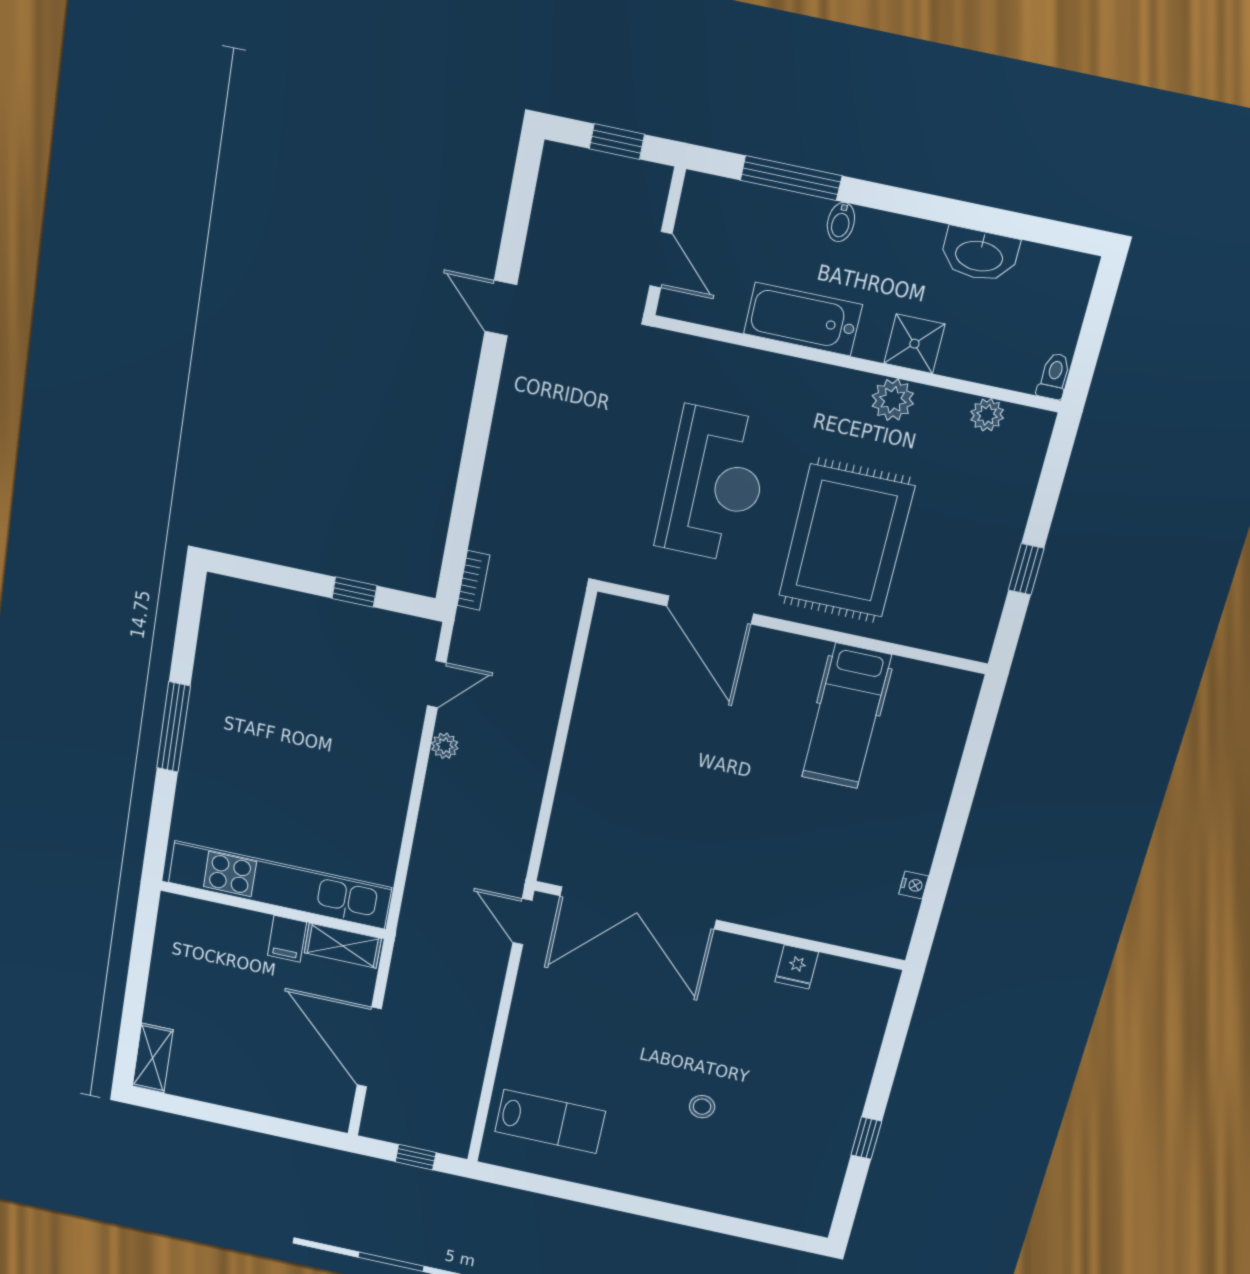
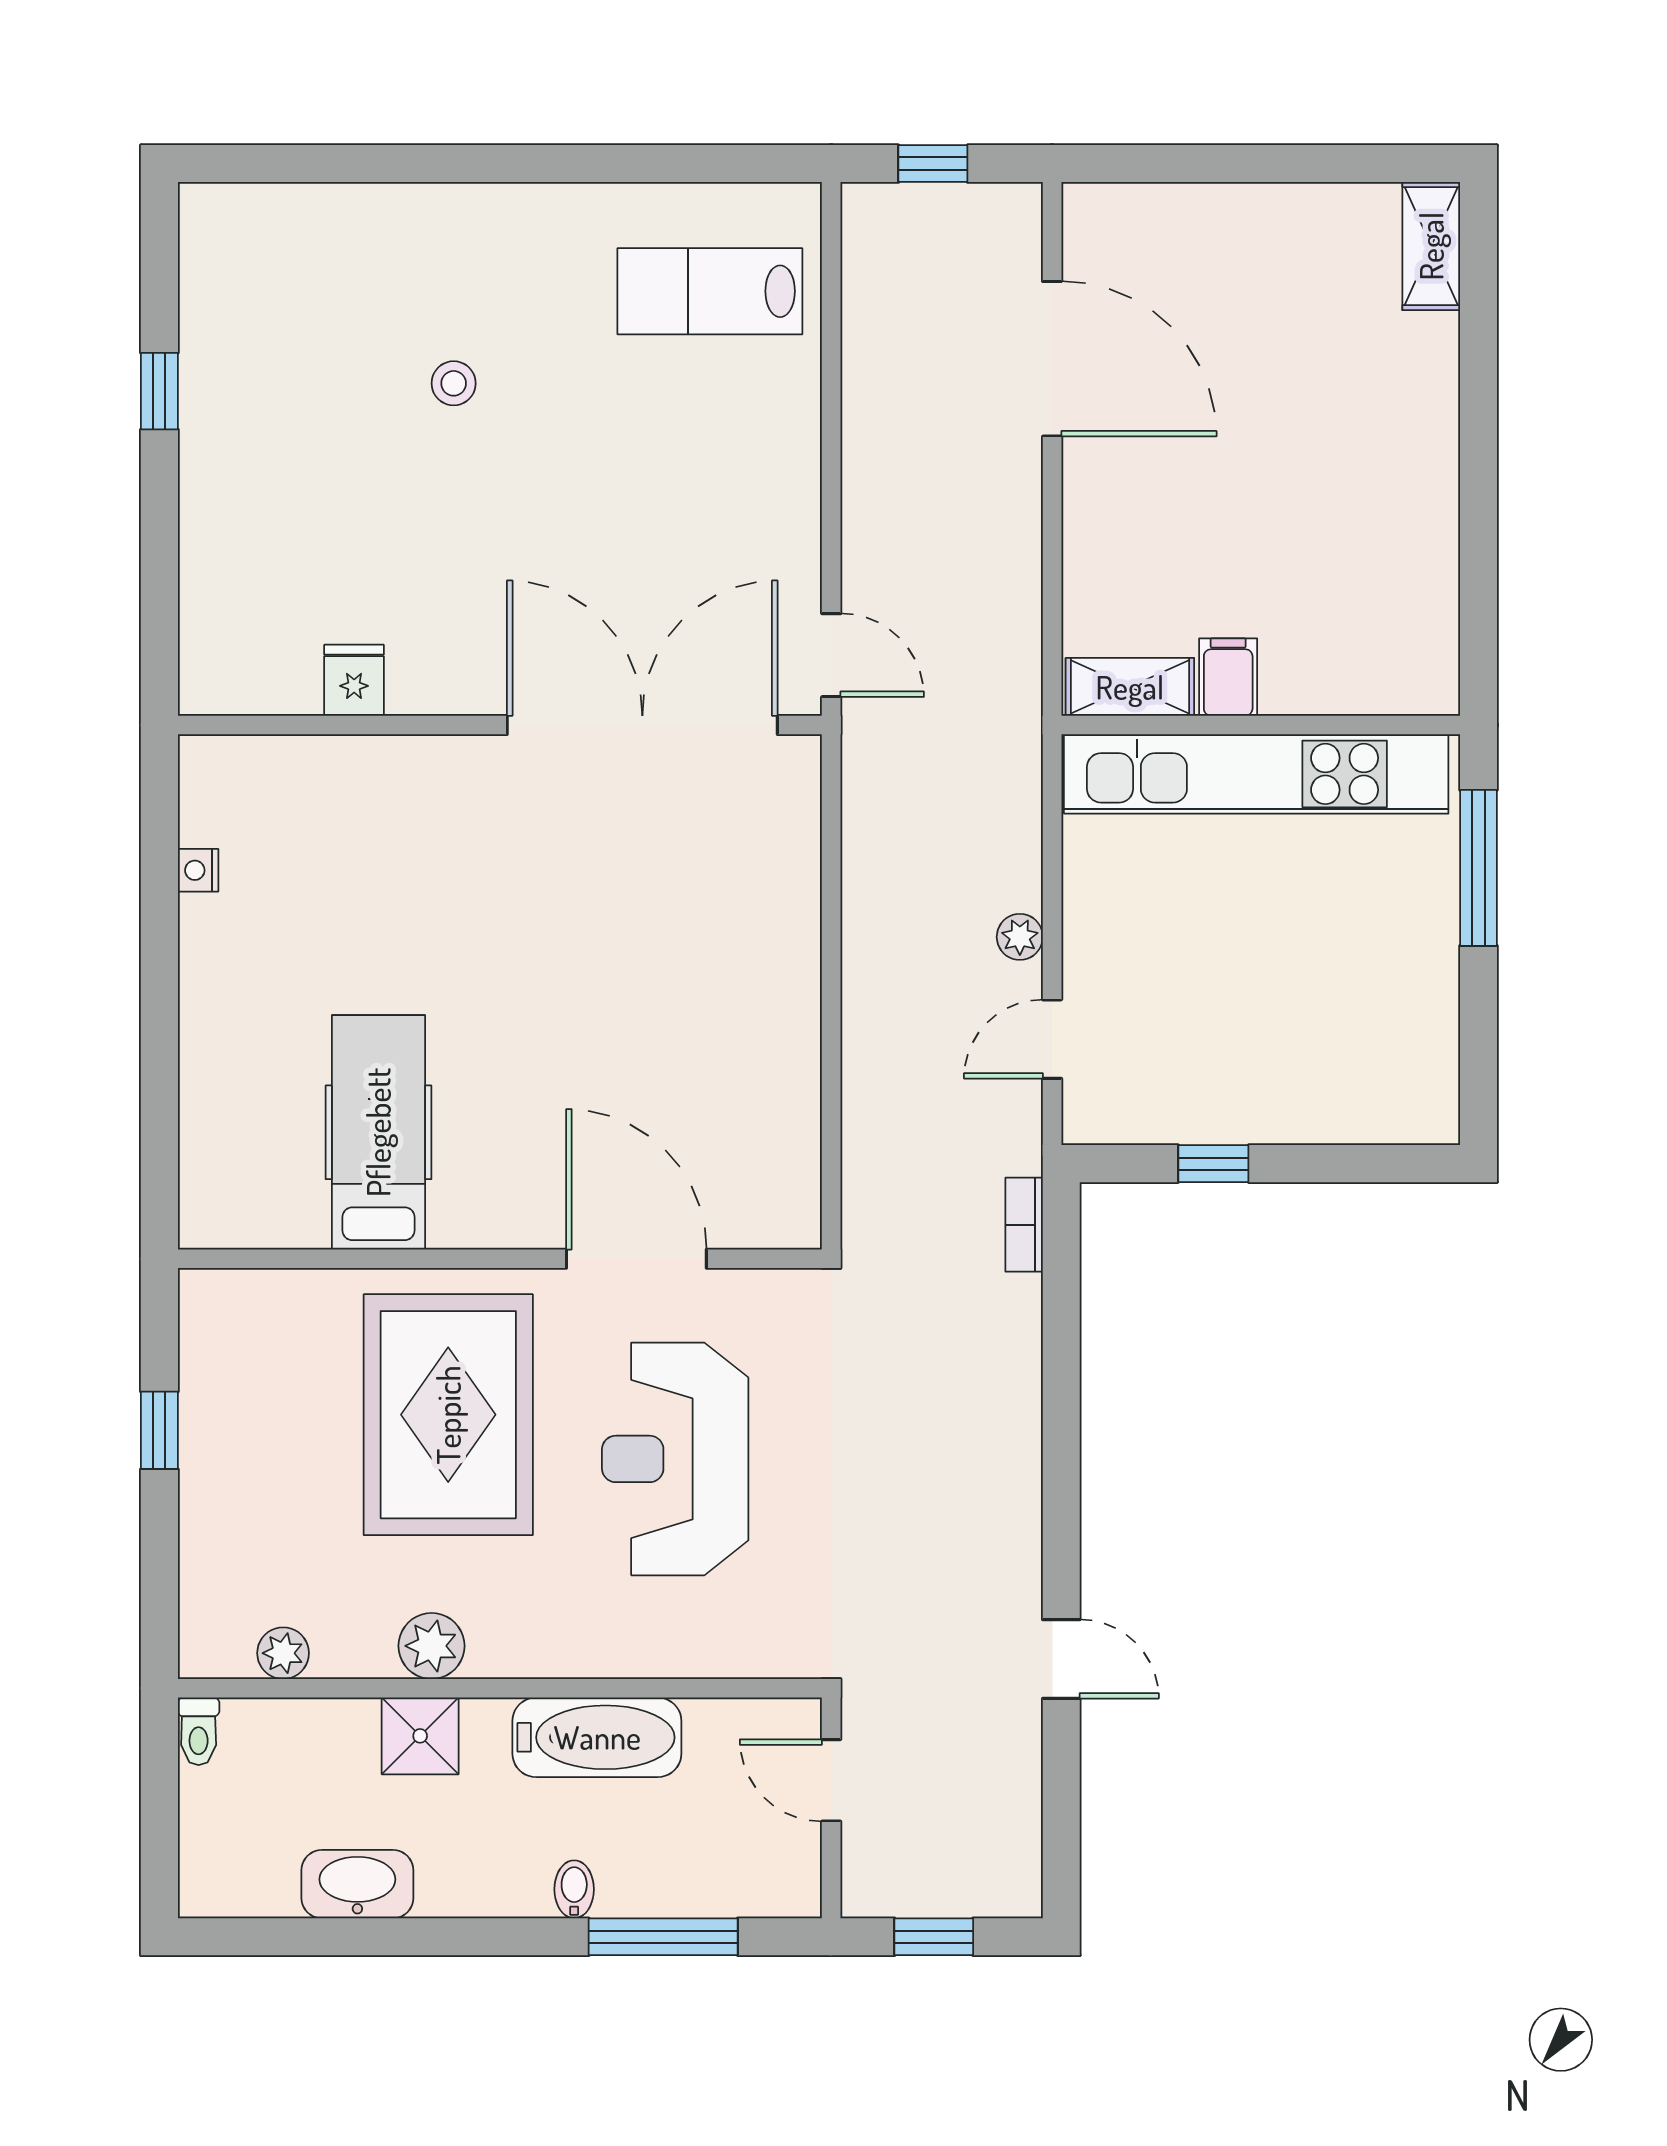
kitchen unit: (280, 885) -> (1256, 774), moved
wall: (273, 910) -> (1261, 725), moved
filing cabinet: (287, 939) -> (1228, 677), moved
shelving: (343, 946) -> (1130, 687), moved

